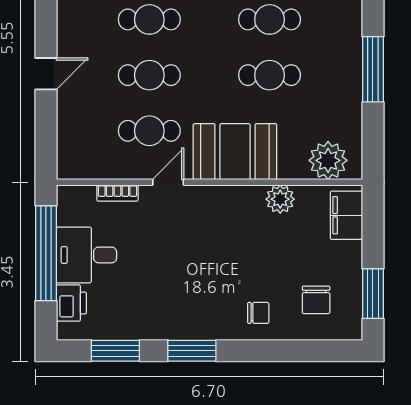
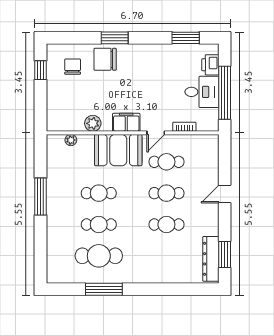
plant: (328, 160) -> (71, 140), width x0.53, depth x0.53
filing cabinet: (346, 215) -> (126, 122), moved, turned -90
window: (373, 294) -> (41, 70), width x0.67
chair: (258, 313) -> (105, 59), width x1.87, depth x1.87
window: (192, 351) -> (115, 38), moved

